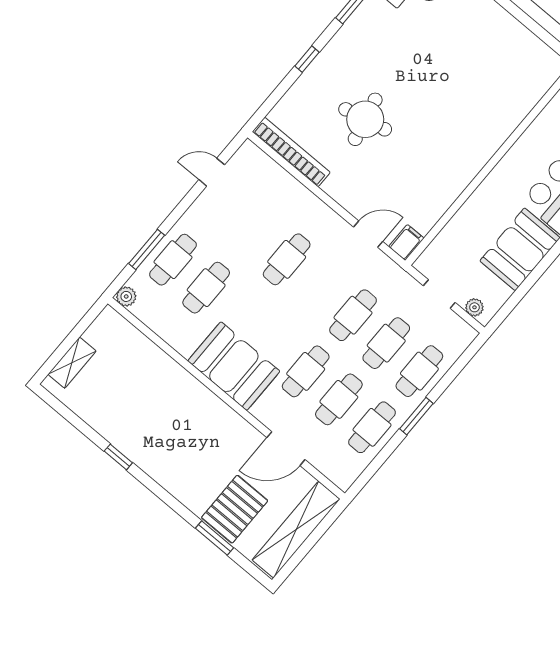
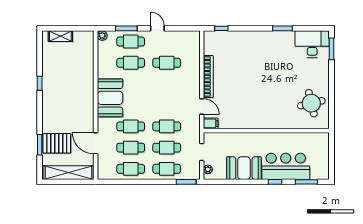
window: (307, 59) -> (221, 28), moved
round table: (365, 119) -> (311, 103), moved
bookcase: (291, 152) -> (208, 77), moved
door: (212, 172) -> (157, 28), moved
cafe table: (287, 259) -> (167, 63), moved
window: (416, 416) -> (186, 182), moved

